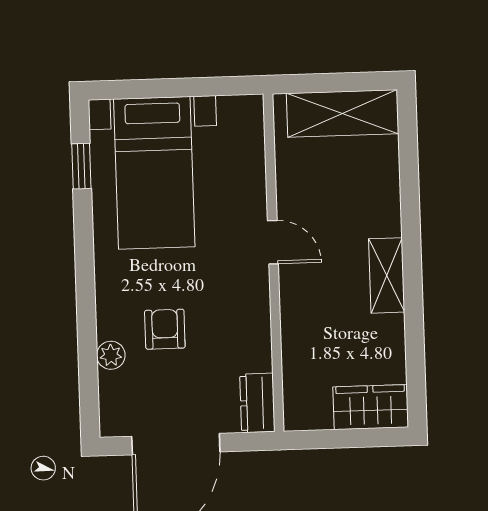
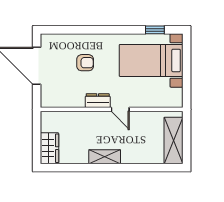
door: (273, 242) -> (120, 109), hinge flipped
plant: (111, 355) -> (75, 40), removed
dresser: (257, 403) -> (98, 101), moved

